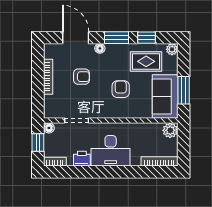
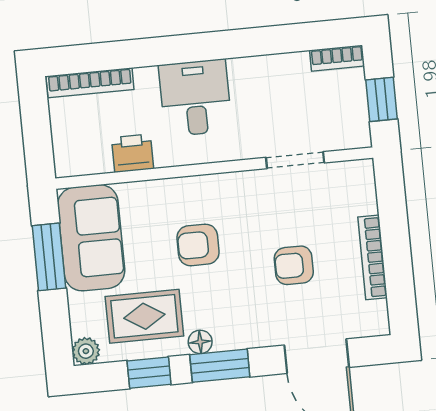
floor lamp: (100, 48) -> (200, 342), moved
armchair: (121, 89) -> (198, 245), turned 90
floor lamp: (49, 128) -> (359, 136), removed
plant: (170, 130) -> (71, 159), removed
desk: (111, 151) -> (195, 98), width x0.73
printer: (82, 159) -> (133, 153), moved, turned 180

